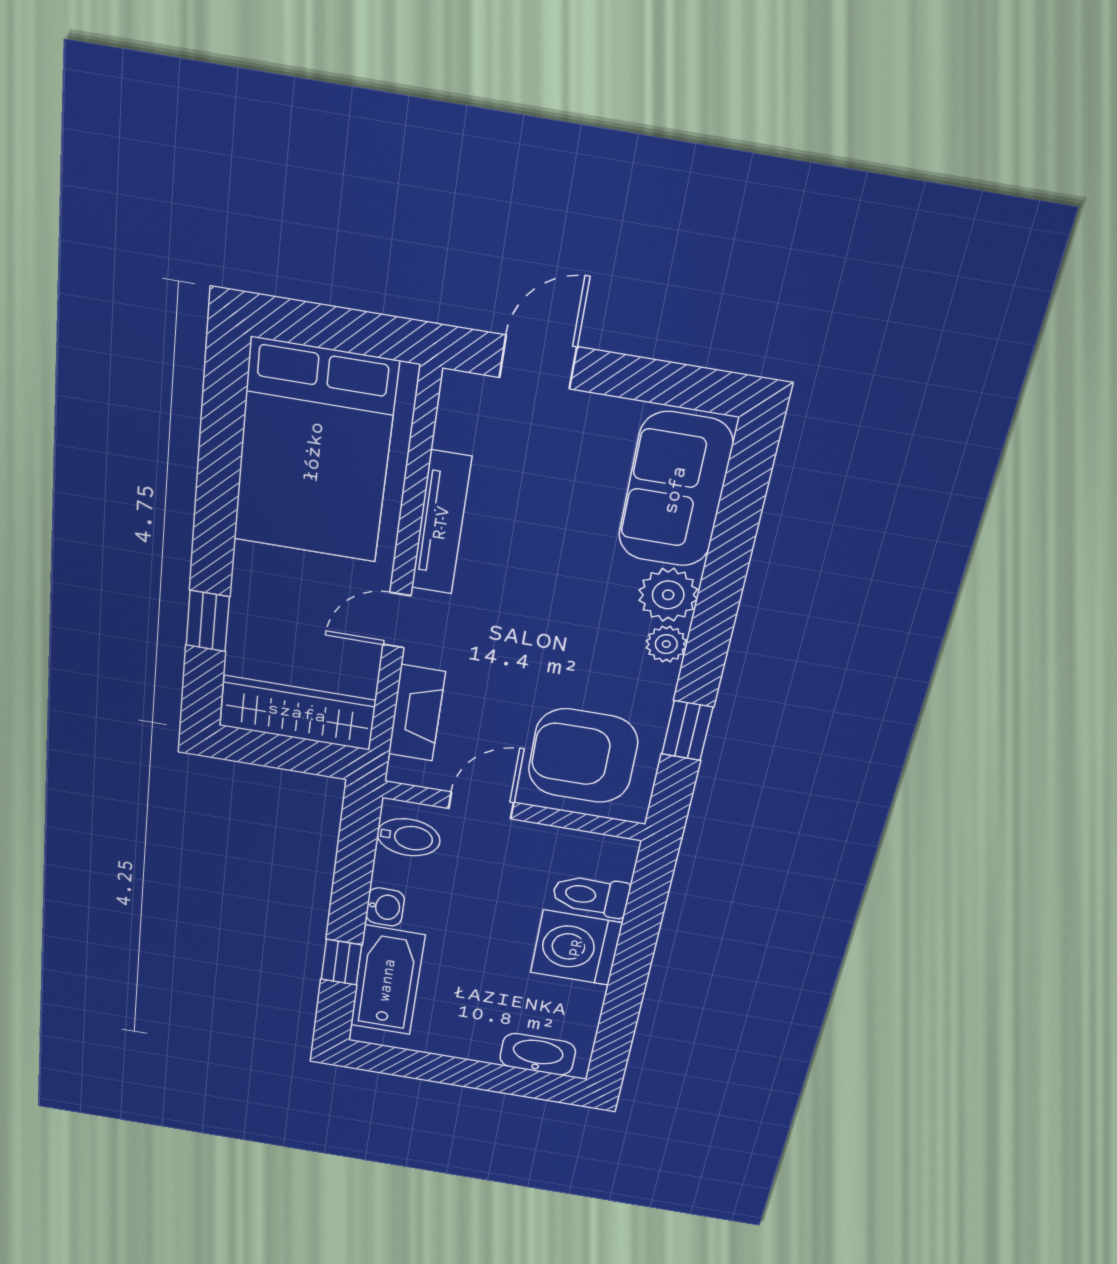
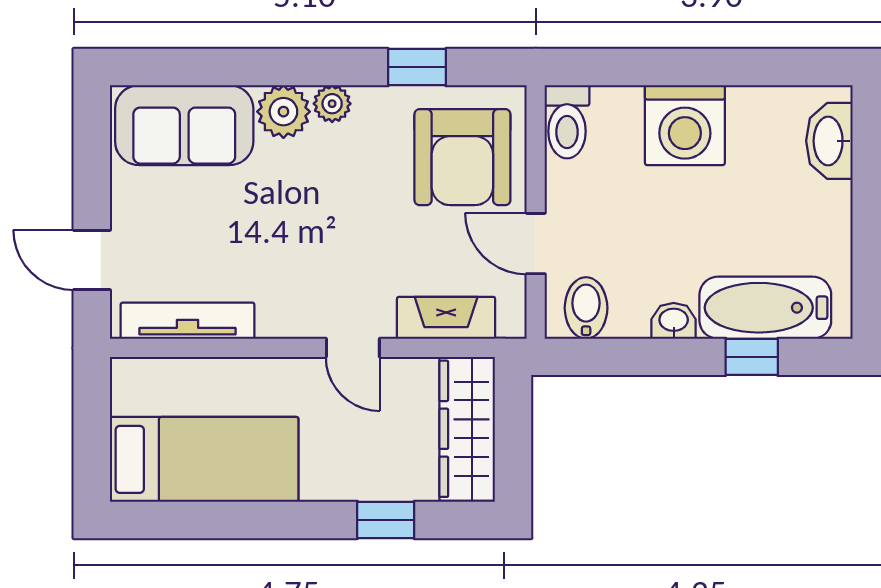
bed: (314, 452) -> (204, 459), width x0.67
tv unit: (441, 523) -> (188, 321), moved
toilet: (591, 896) -> (567, 122), moved

